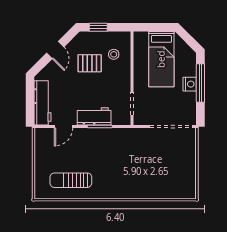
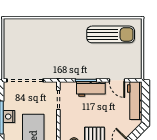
door: (63, 126) -> (117, 80), swing flipped
sun lounger: (71, 180) -> (111, 34), width x1.36, depth x1.34

